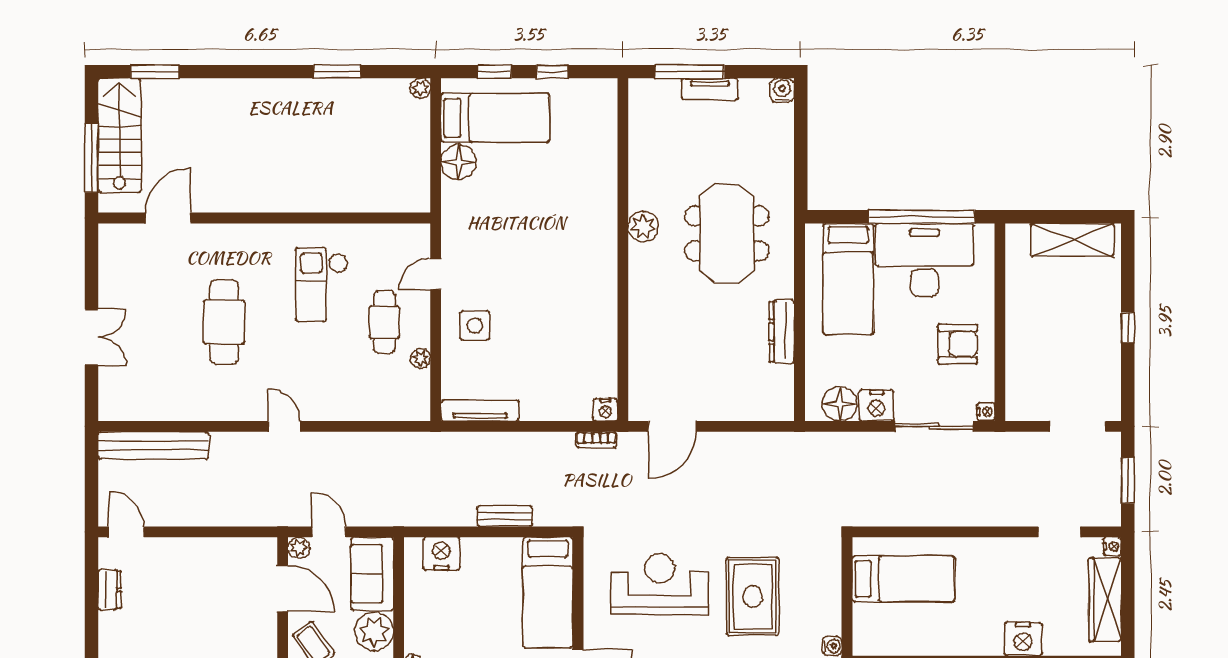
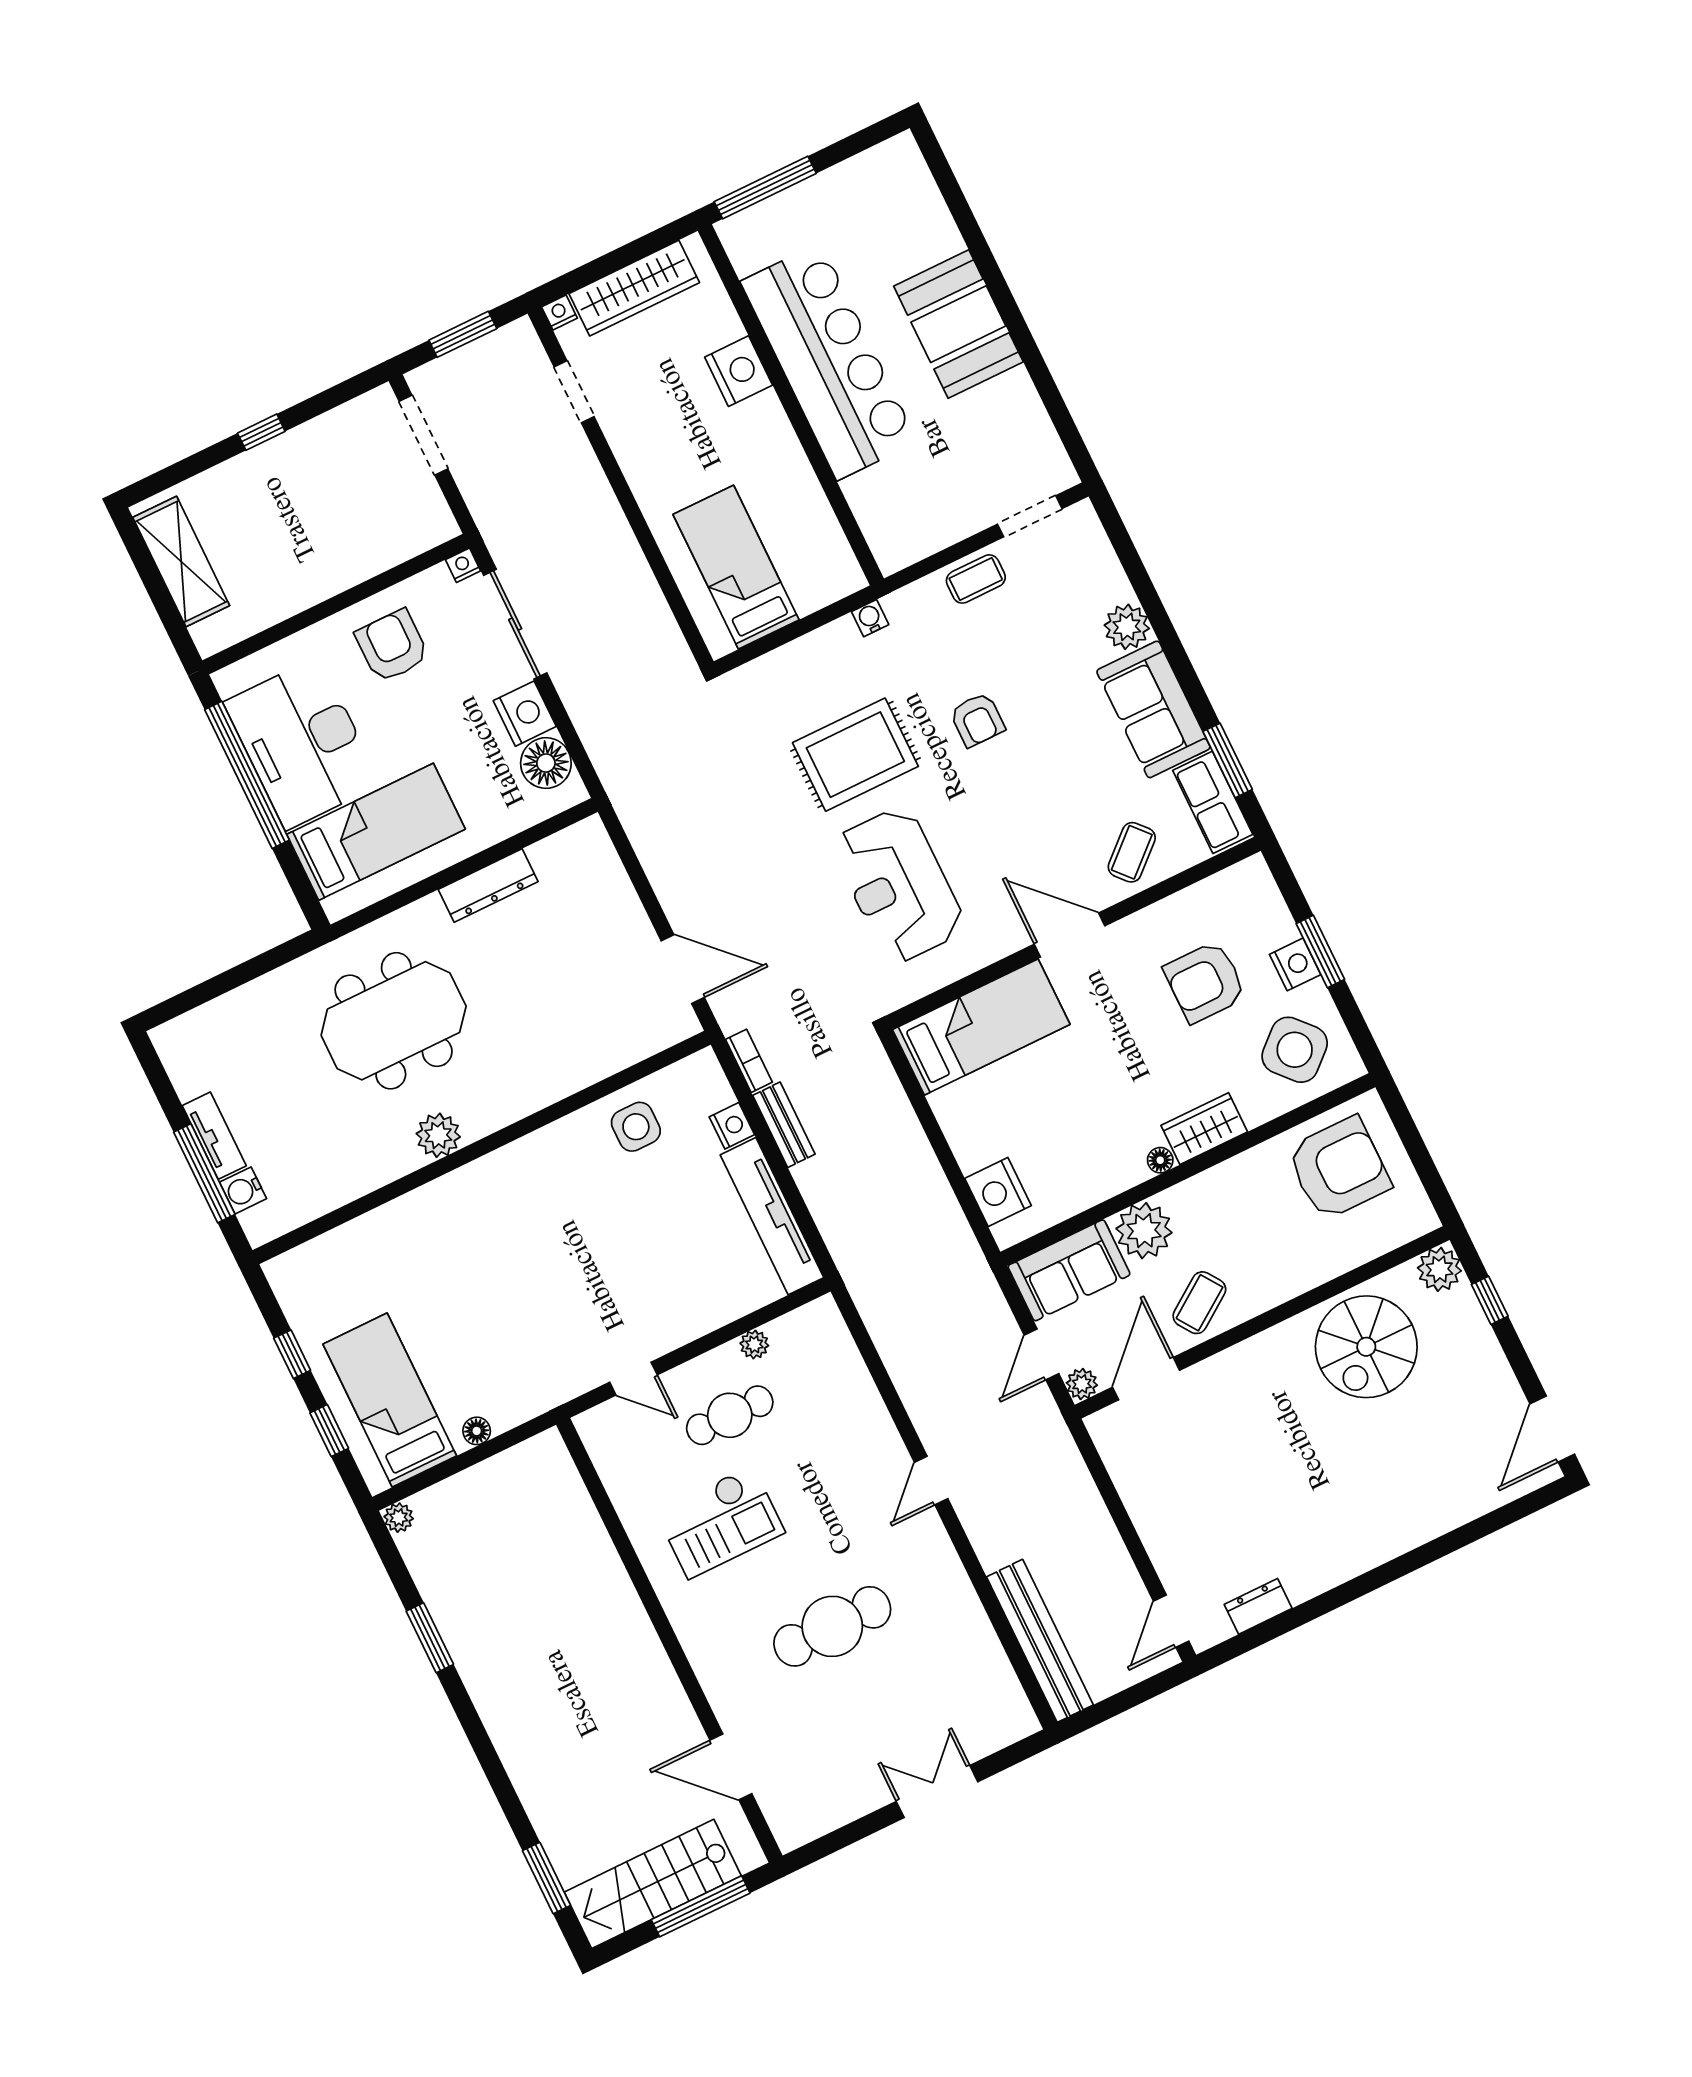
water cooler: (782, 90) -> (243, 1190), moved
floor lamp: (459, 162) -> (477, 1431), width x0.53, depth x0.53
side table: (475, 326) -> (636, 1127), moved
tv unit: (480, 410) -> (772, 1216), width x1.36, depth x1.29
nightstand: (605, 410) -> (732, 1126), moved
bench: (505, 516) -> (784, 1125), moved

